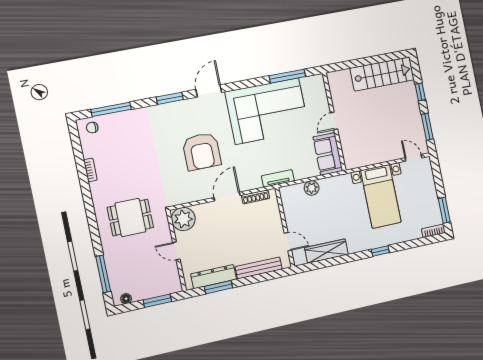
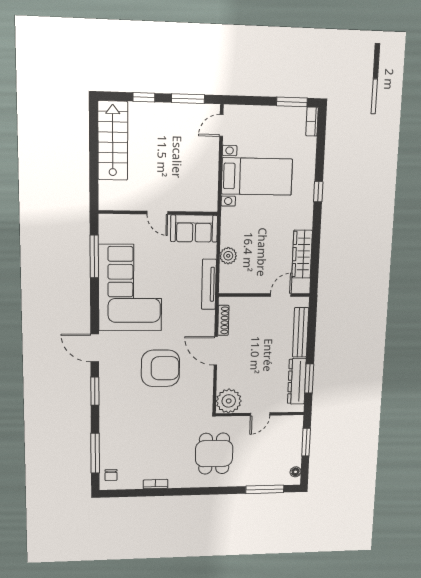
tv unit: (278, 178) -> (209, 284), width x1.41

